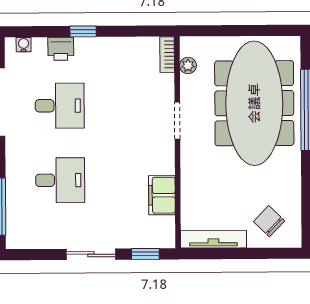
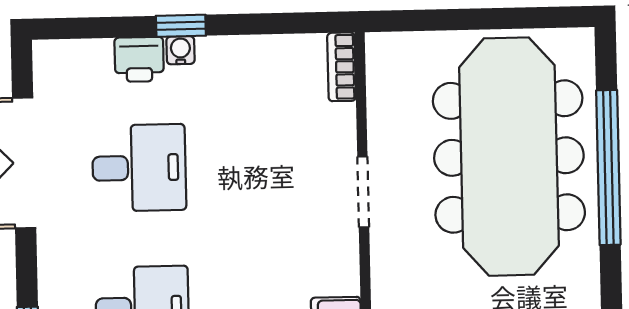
water cooler: (24, 45) -> (180, 50), moved
plant: (188, 66) -> (382, 87), removed

